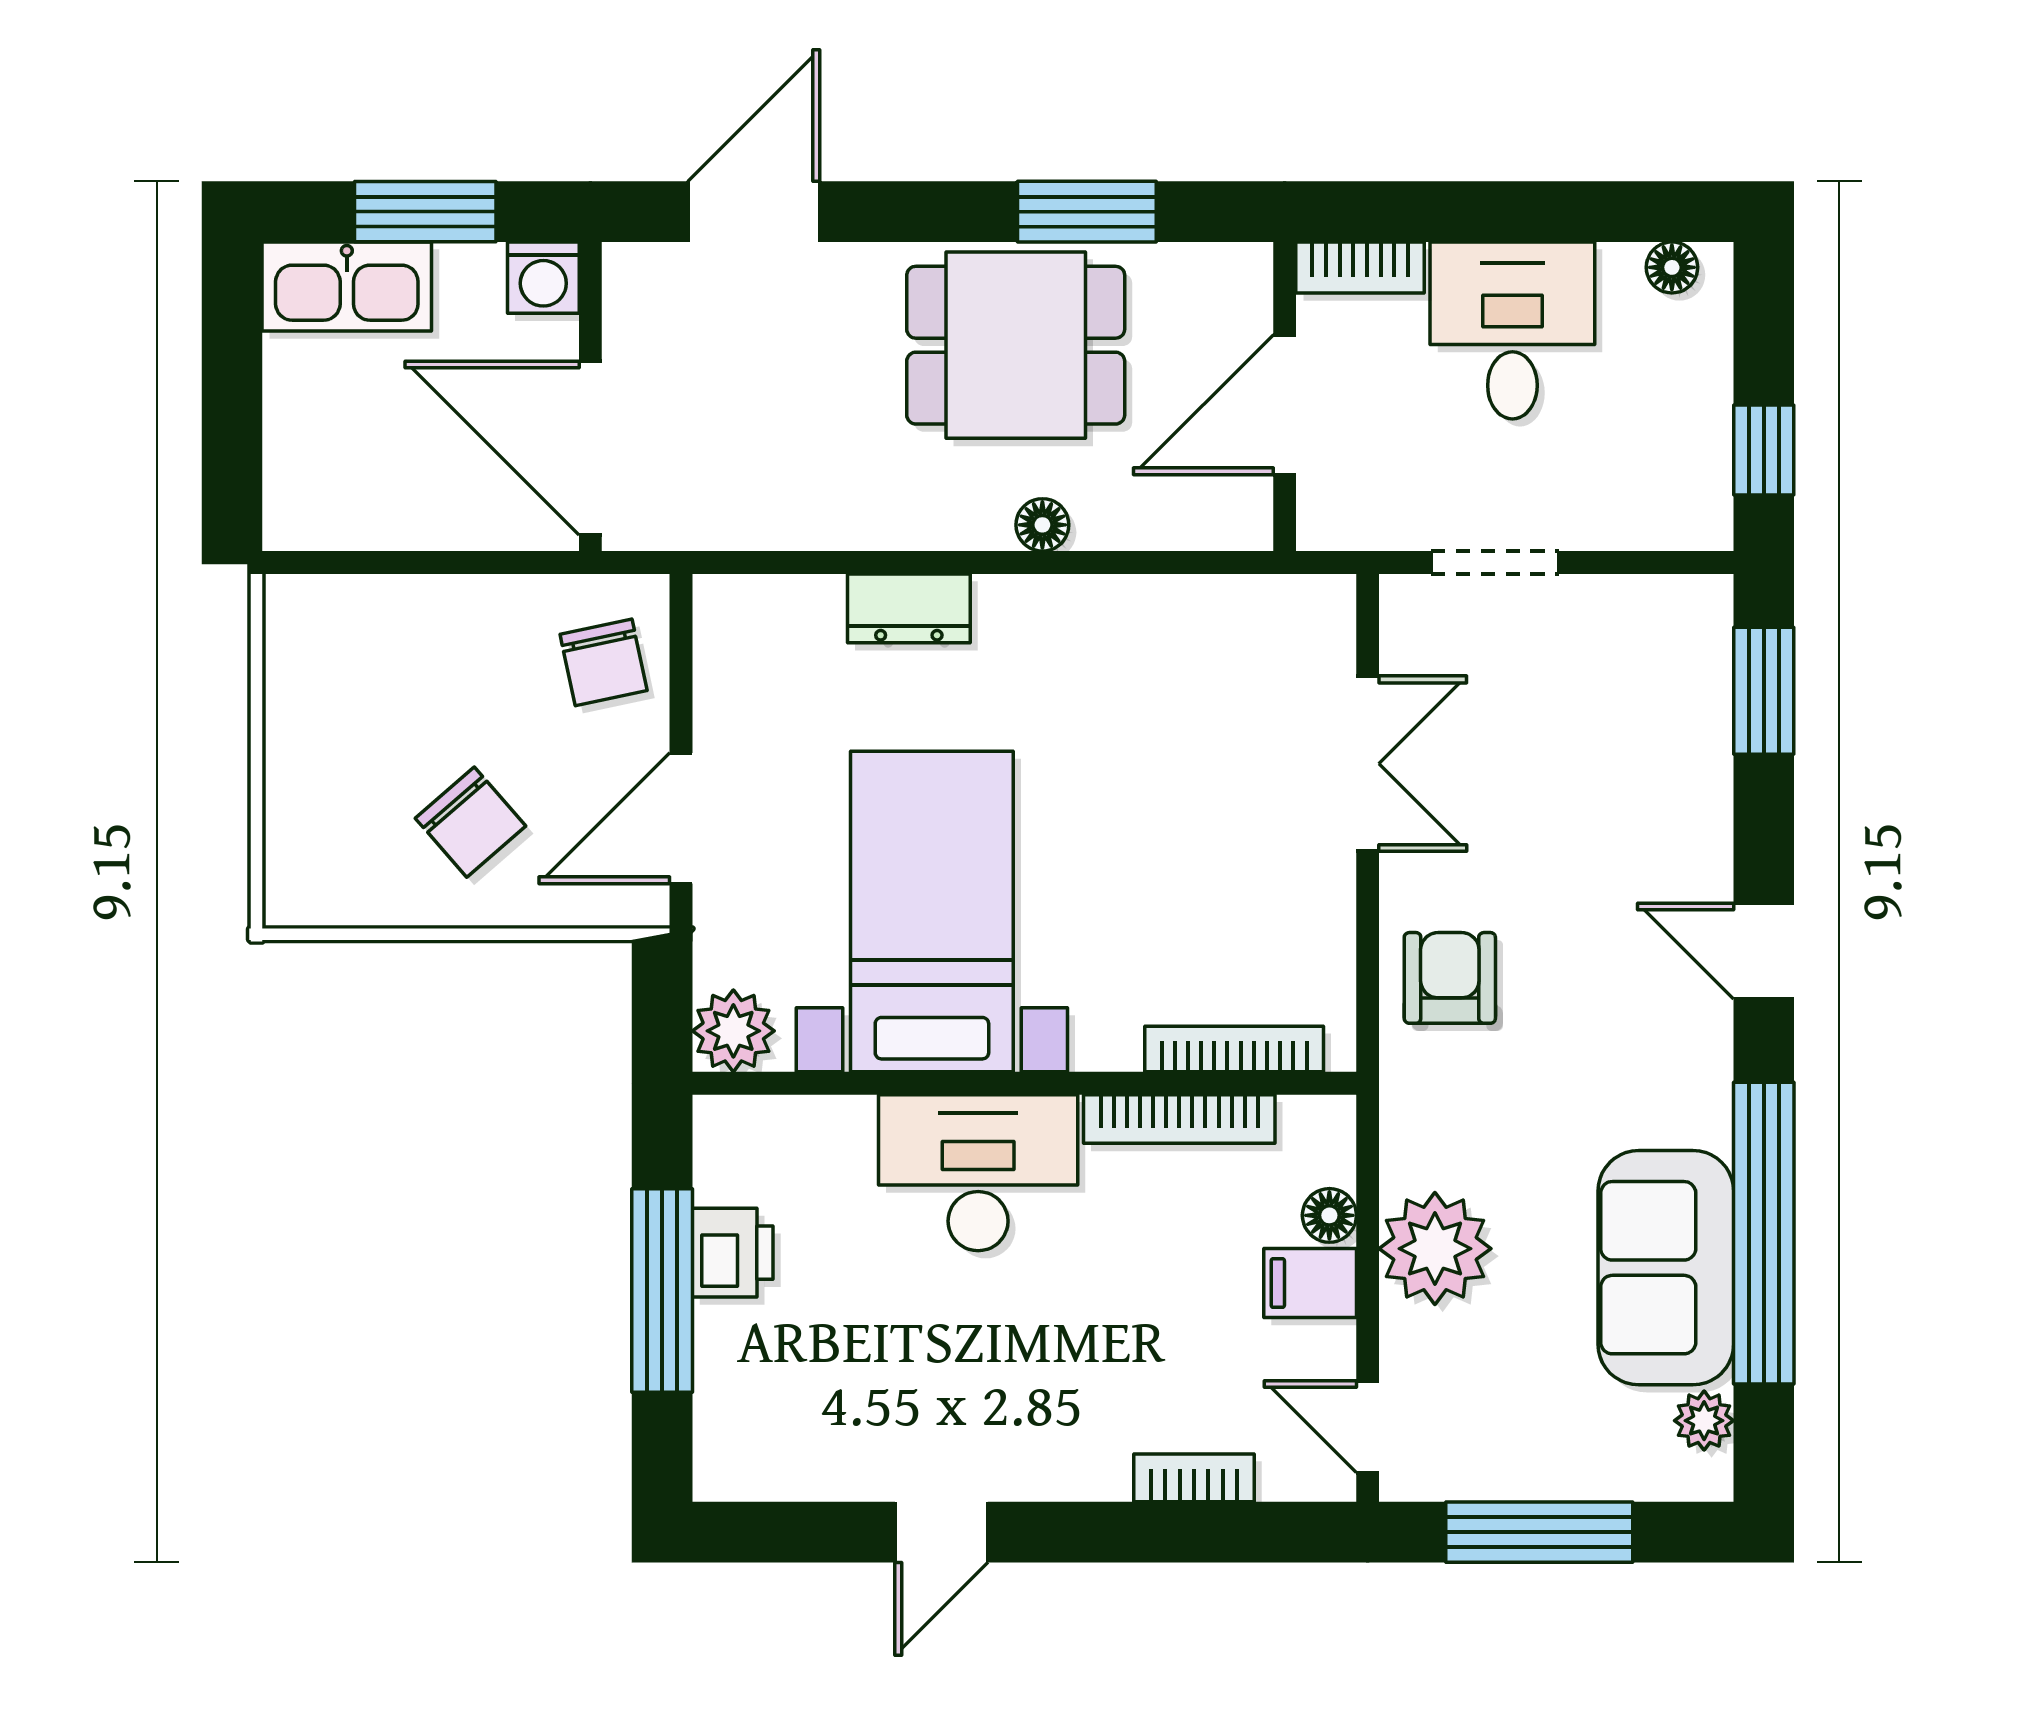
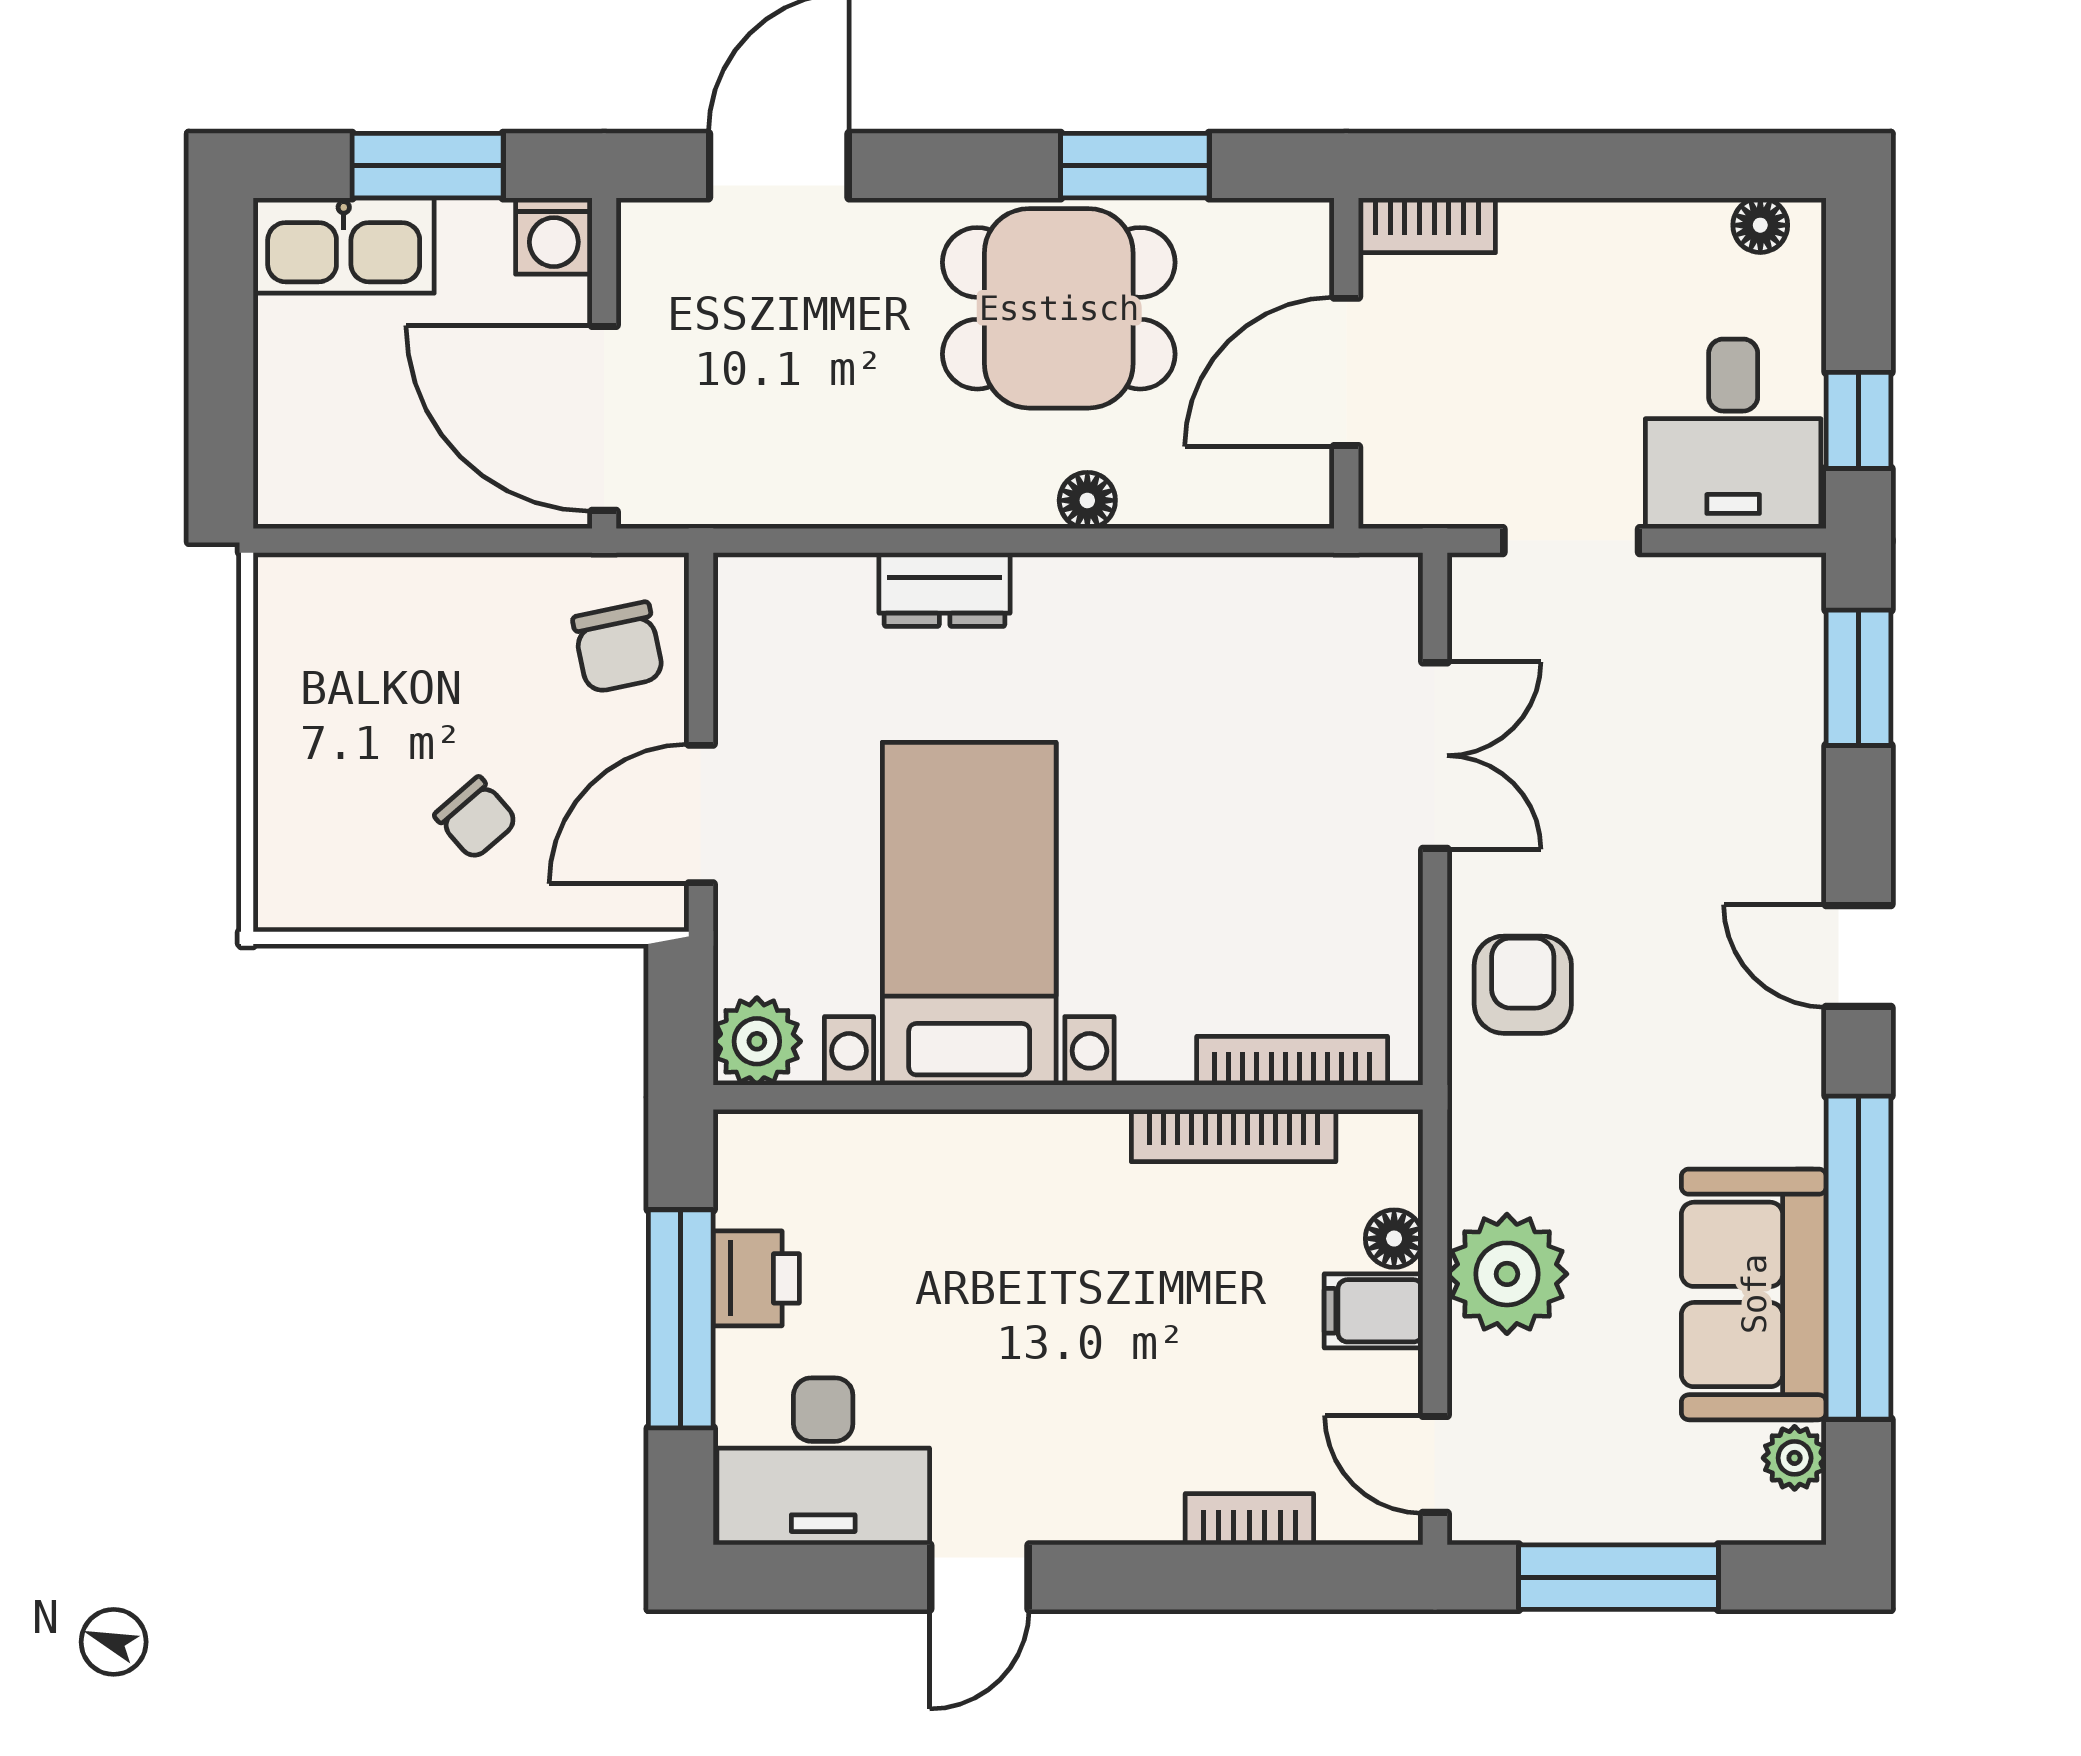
desk: (1512, 330) -> (1733, 434), moved, turned 180
chair: (471, 822) -> (476, 818), width x0.73, depth x0.73
desk: (978, 1173) -> (823, 1461), moved, turned 180

